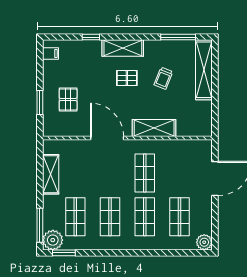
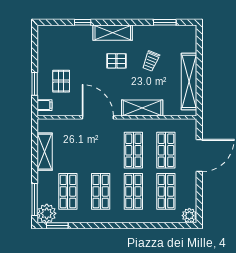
window: (178, 37) -> (165, 22), width x0.69
filing cabinet: (50, 54) -> (45, 105), moved
shelving: (204, 70) -> (189, 81), moved
shop shelf: (179, 173) -> (166, 150), added

